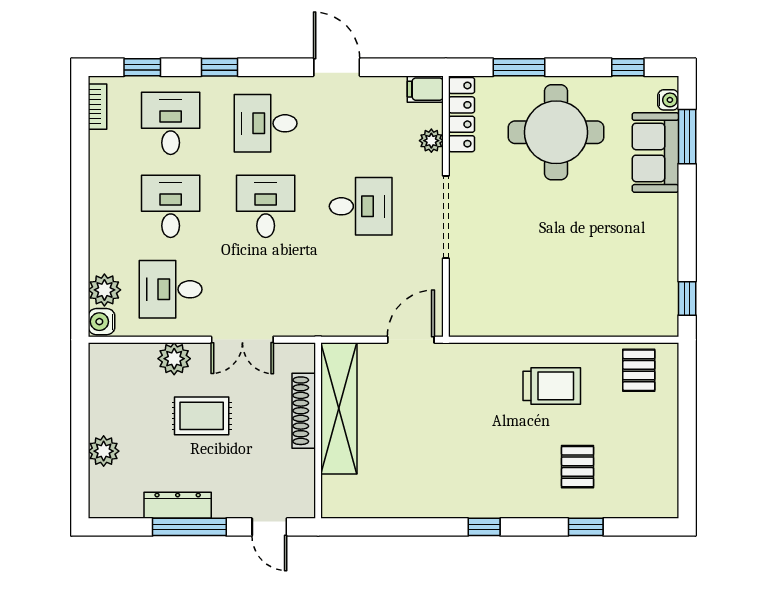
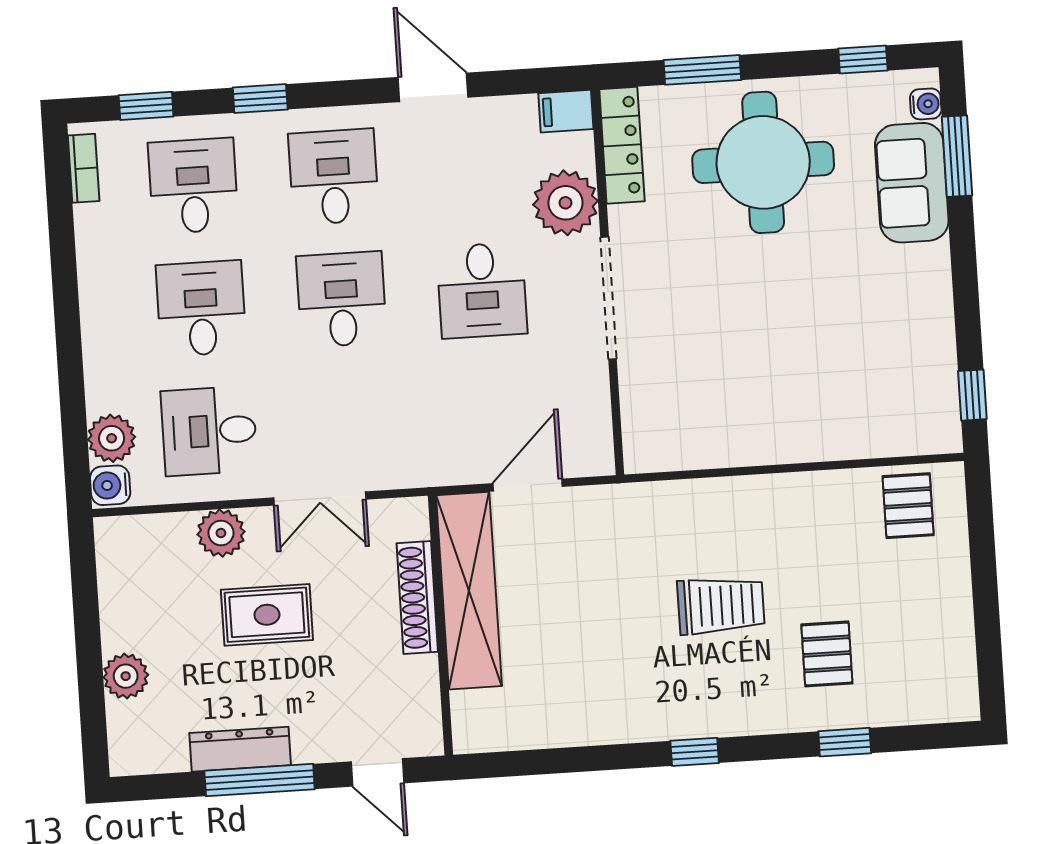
desk: (266, 123) -> (334, 177), turned 90
plant: (431, 141) -> (565, 203), width x1.88, depth x1.88
desk: (361, 206) -> (482, 290), turned 90
door: (411, 340) -> (528, 485), moved
trolley: (552, 386) -> (721, 605), moved

